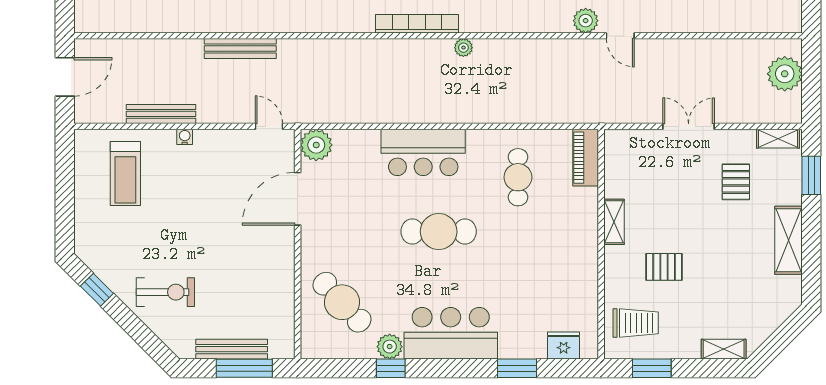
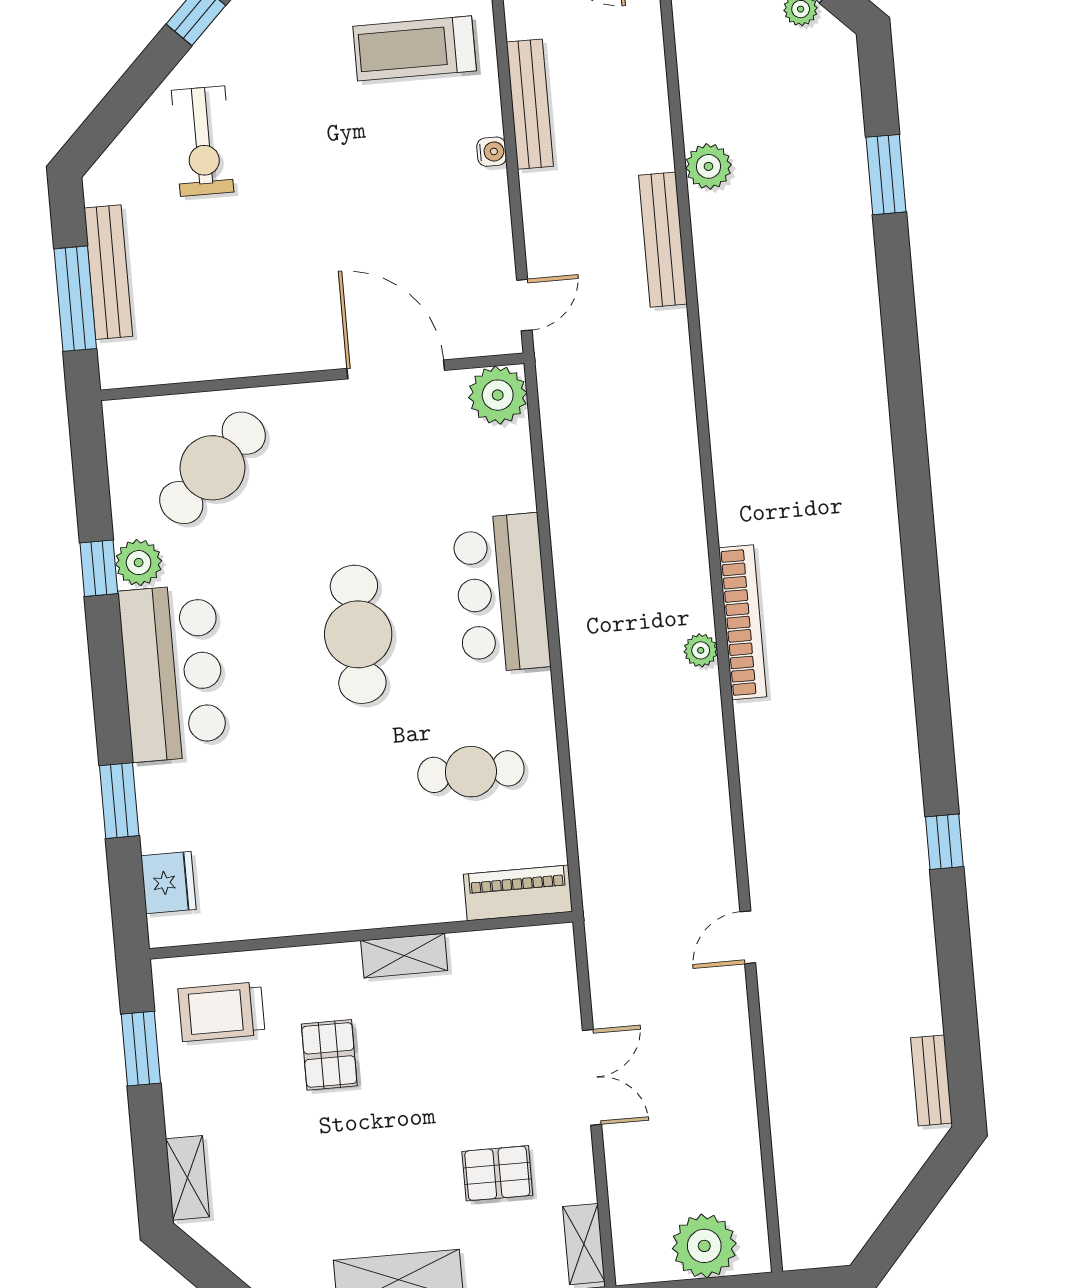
plant: (586, 21) -> (708, 166), moved
bookcase: (417, 24) -> (743, 622), moved
trolley: (636, 323) -> (222, 1012), turned 90

